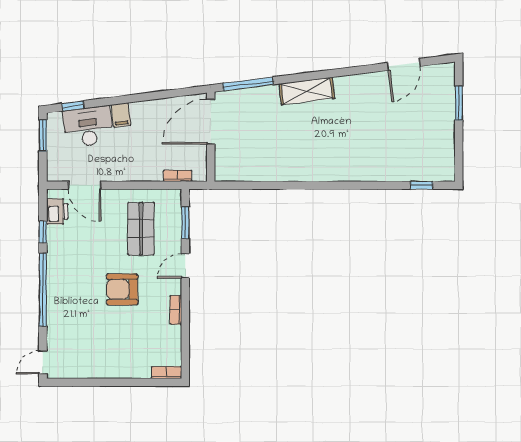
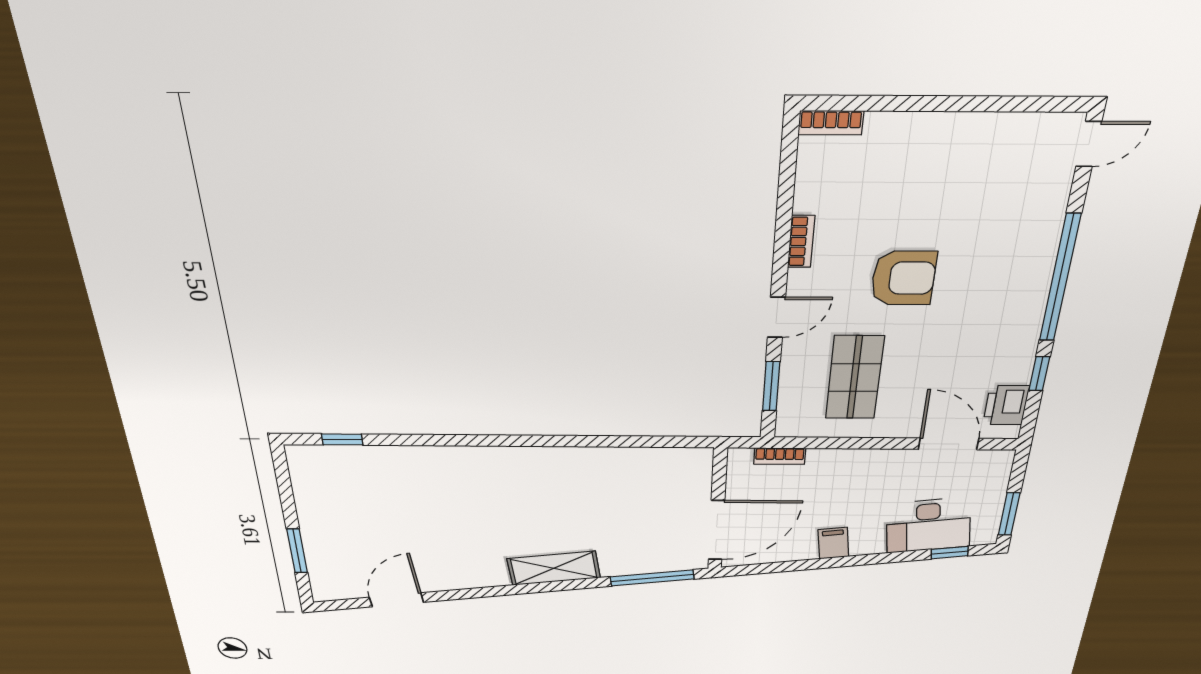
filing cabinet: (121, 115) -> (833, 543), moved

